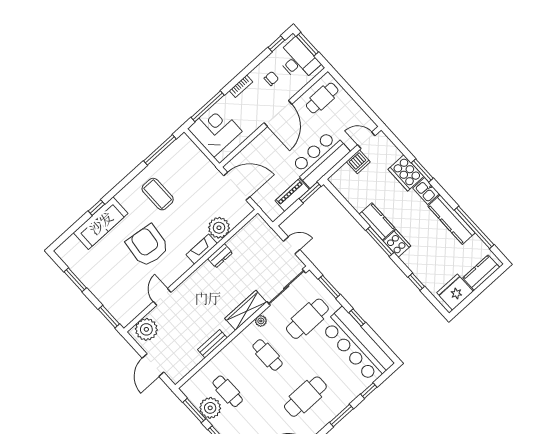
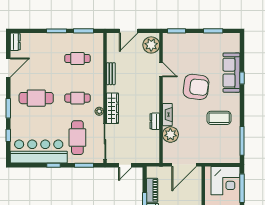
door: (153, 365) -> (129, 31), swing flipped
cafe table: (305, 397) -> (36, 98), turned 90
plant: (210, 408) -> (77, 41), removed

